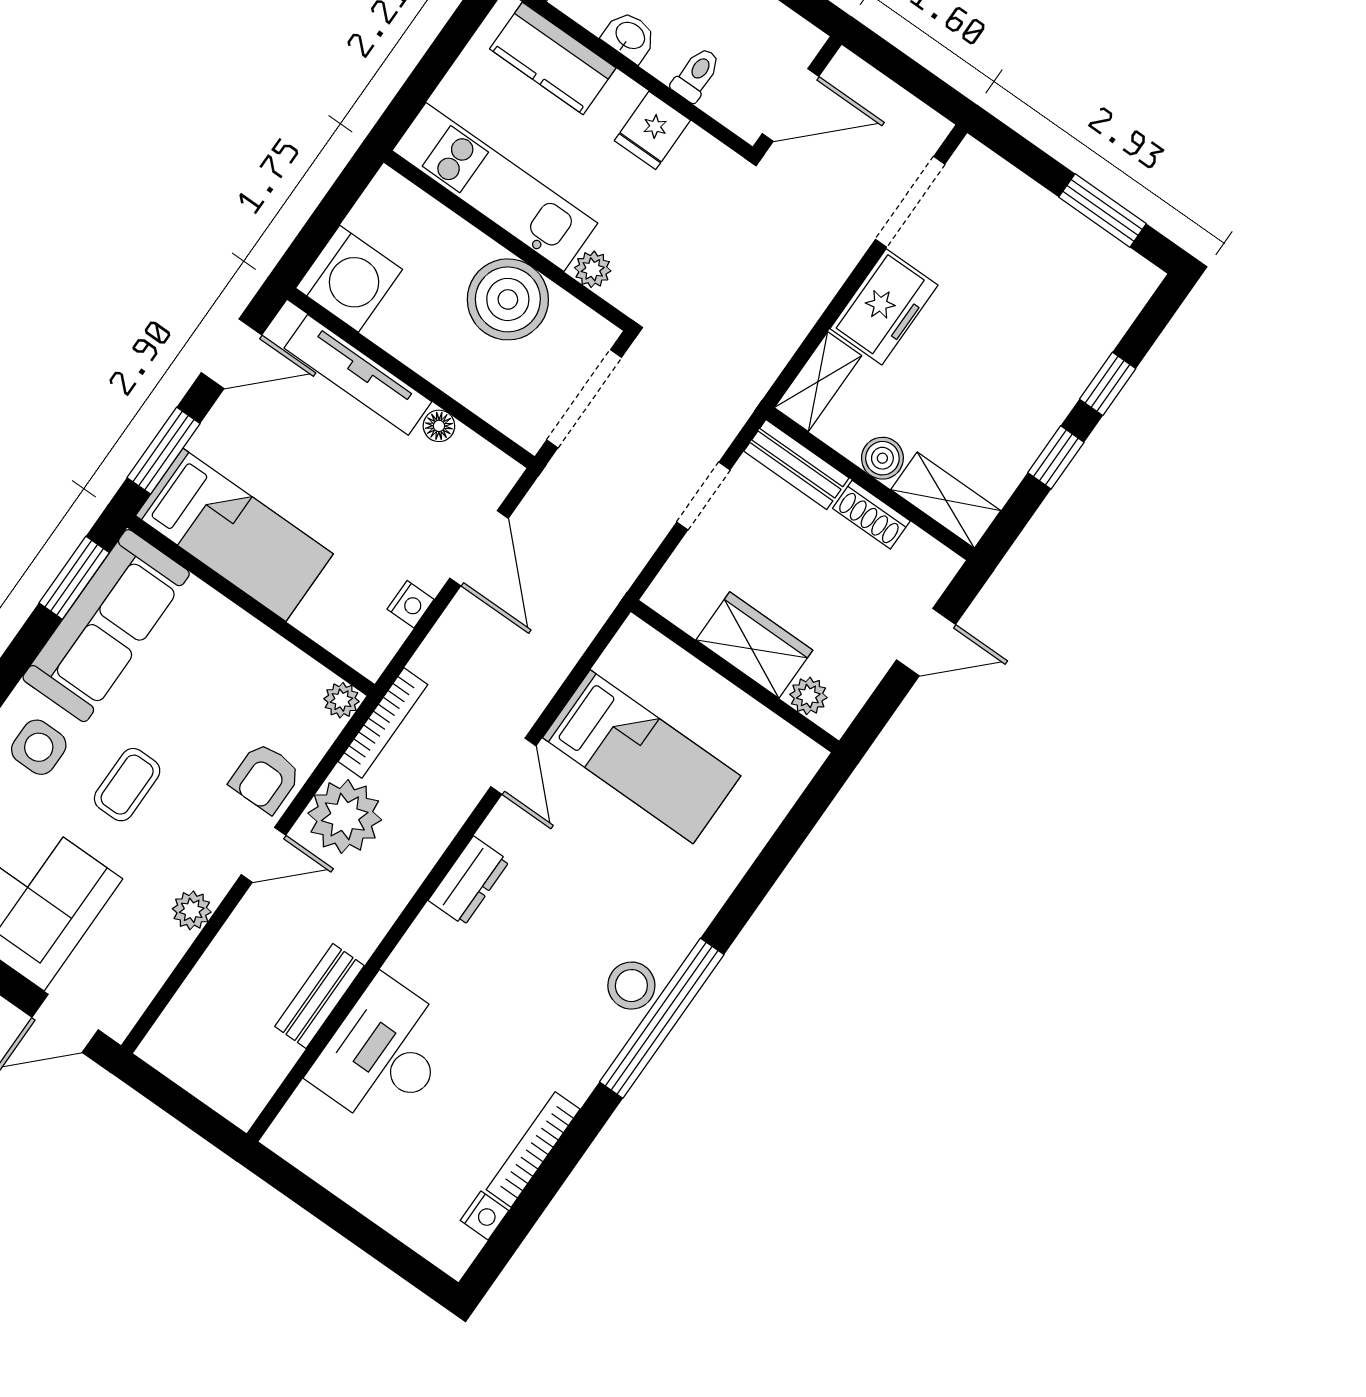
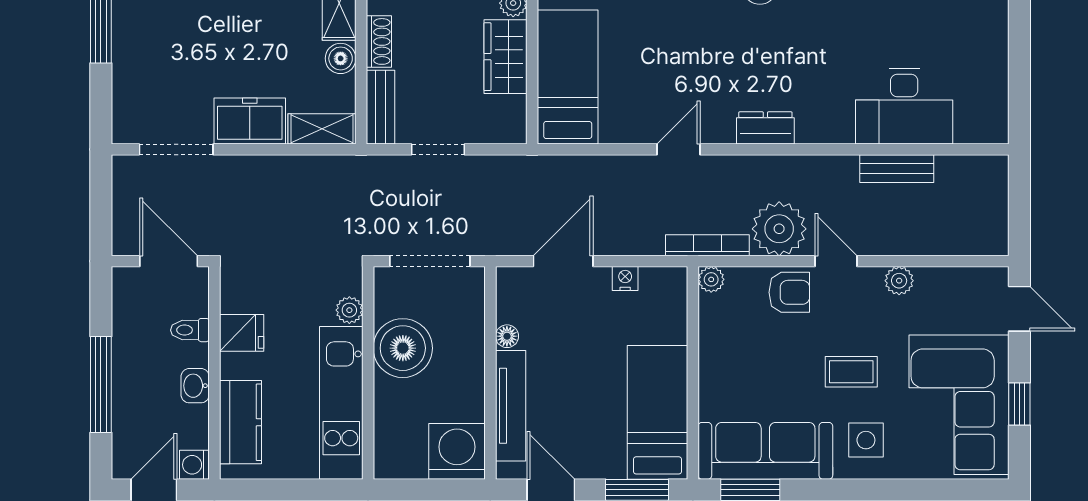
bed: (642, 757) -> (568, 77), moved

